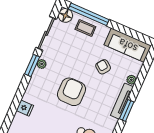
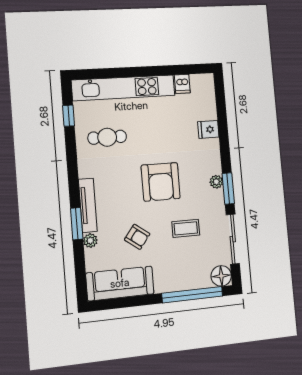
coffee table: (85, 28) -> (186, 228), moved
plant: (42, 64) -> (216, 182), moved
window: (127, 110) -> (77, 224), moved

